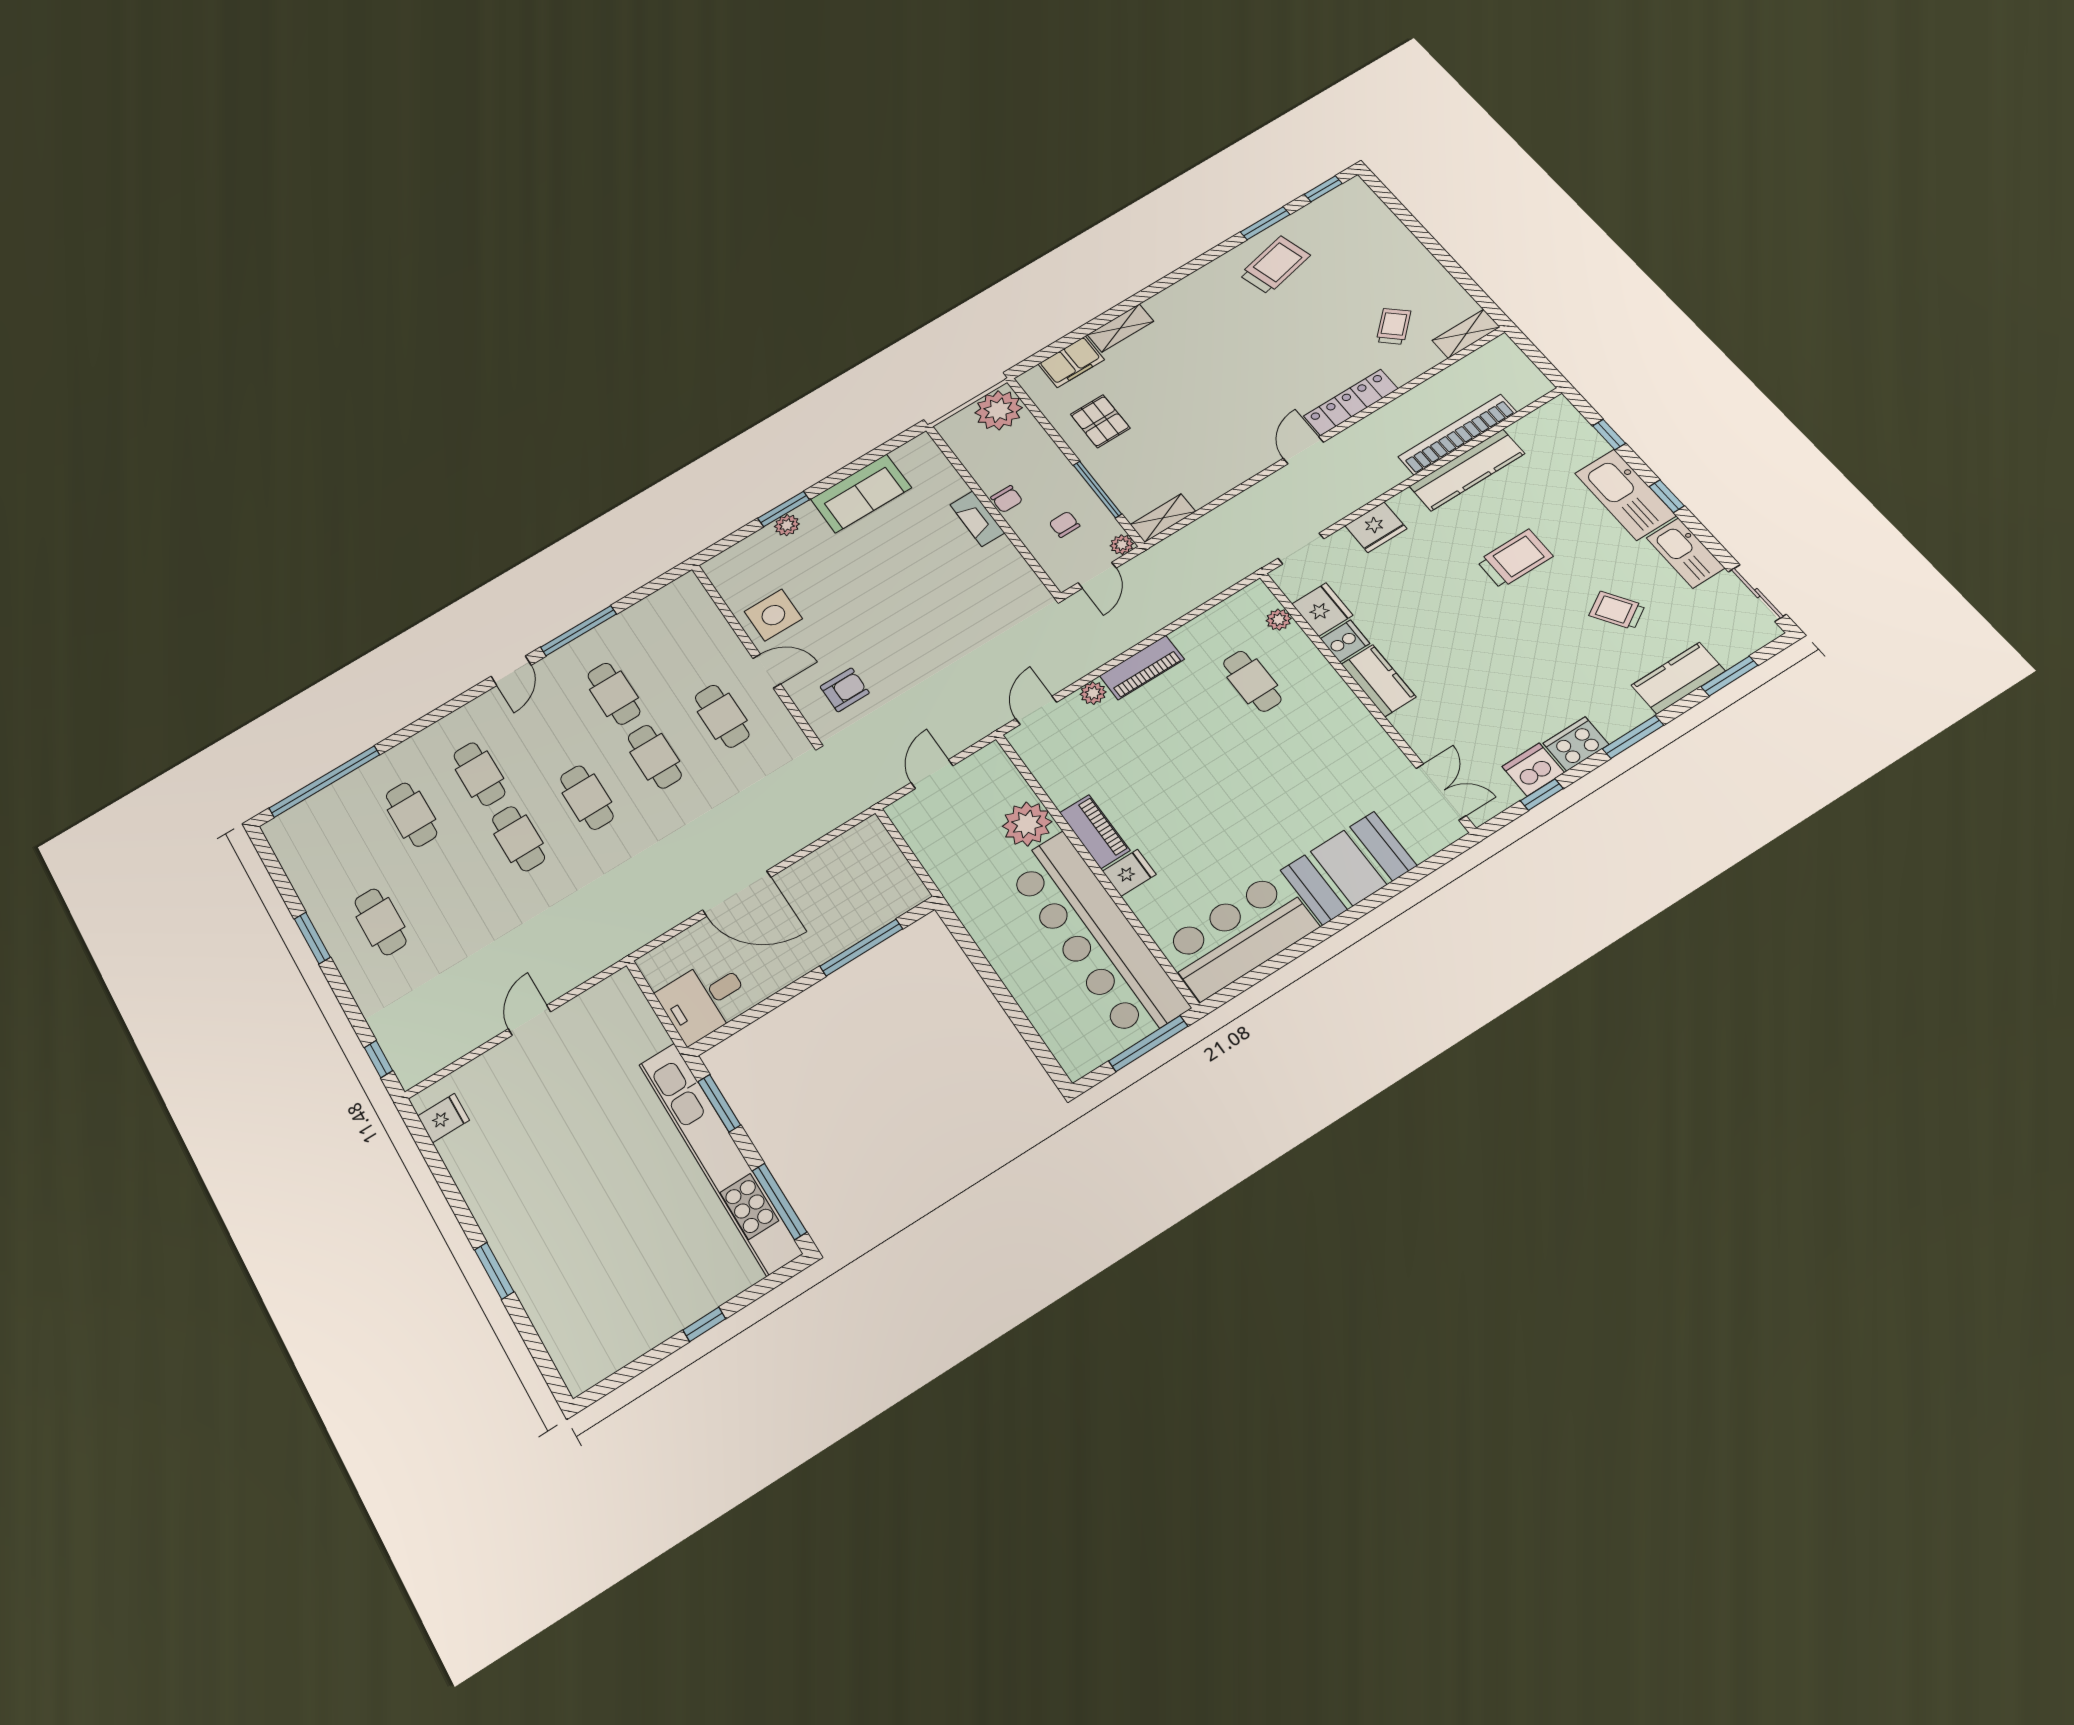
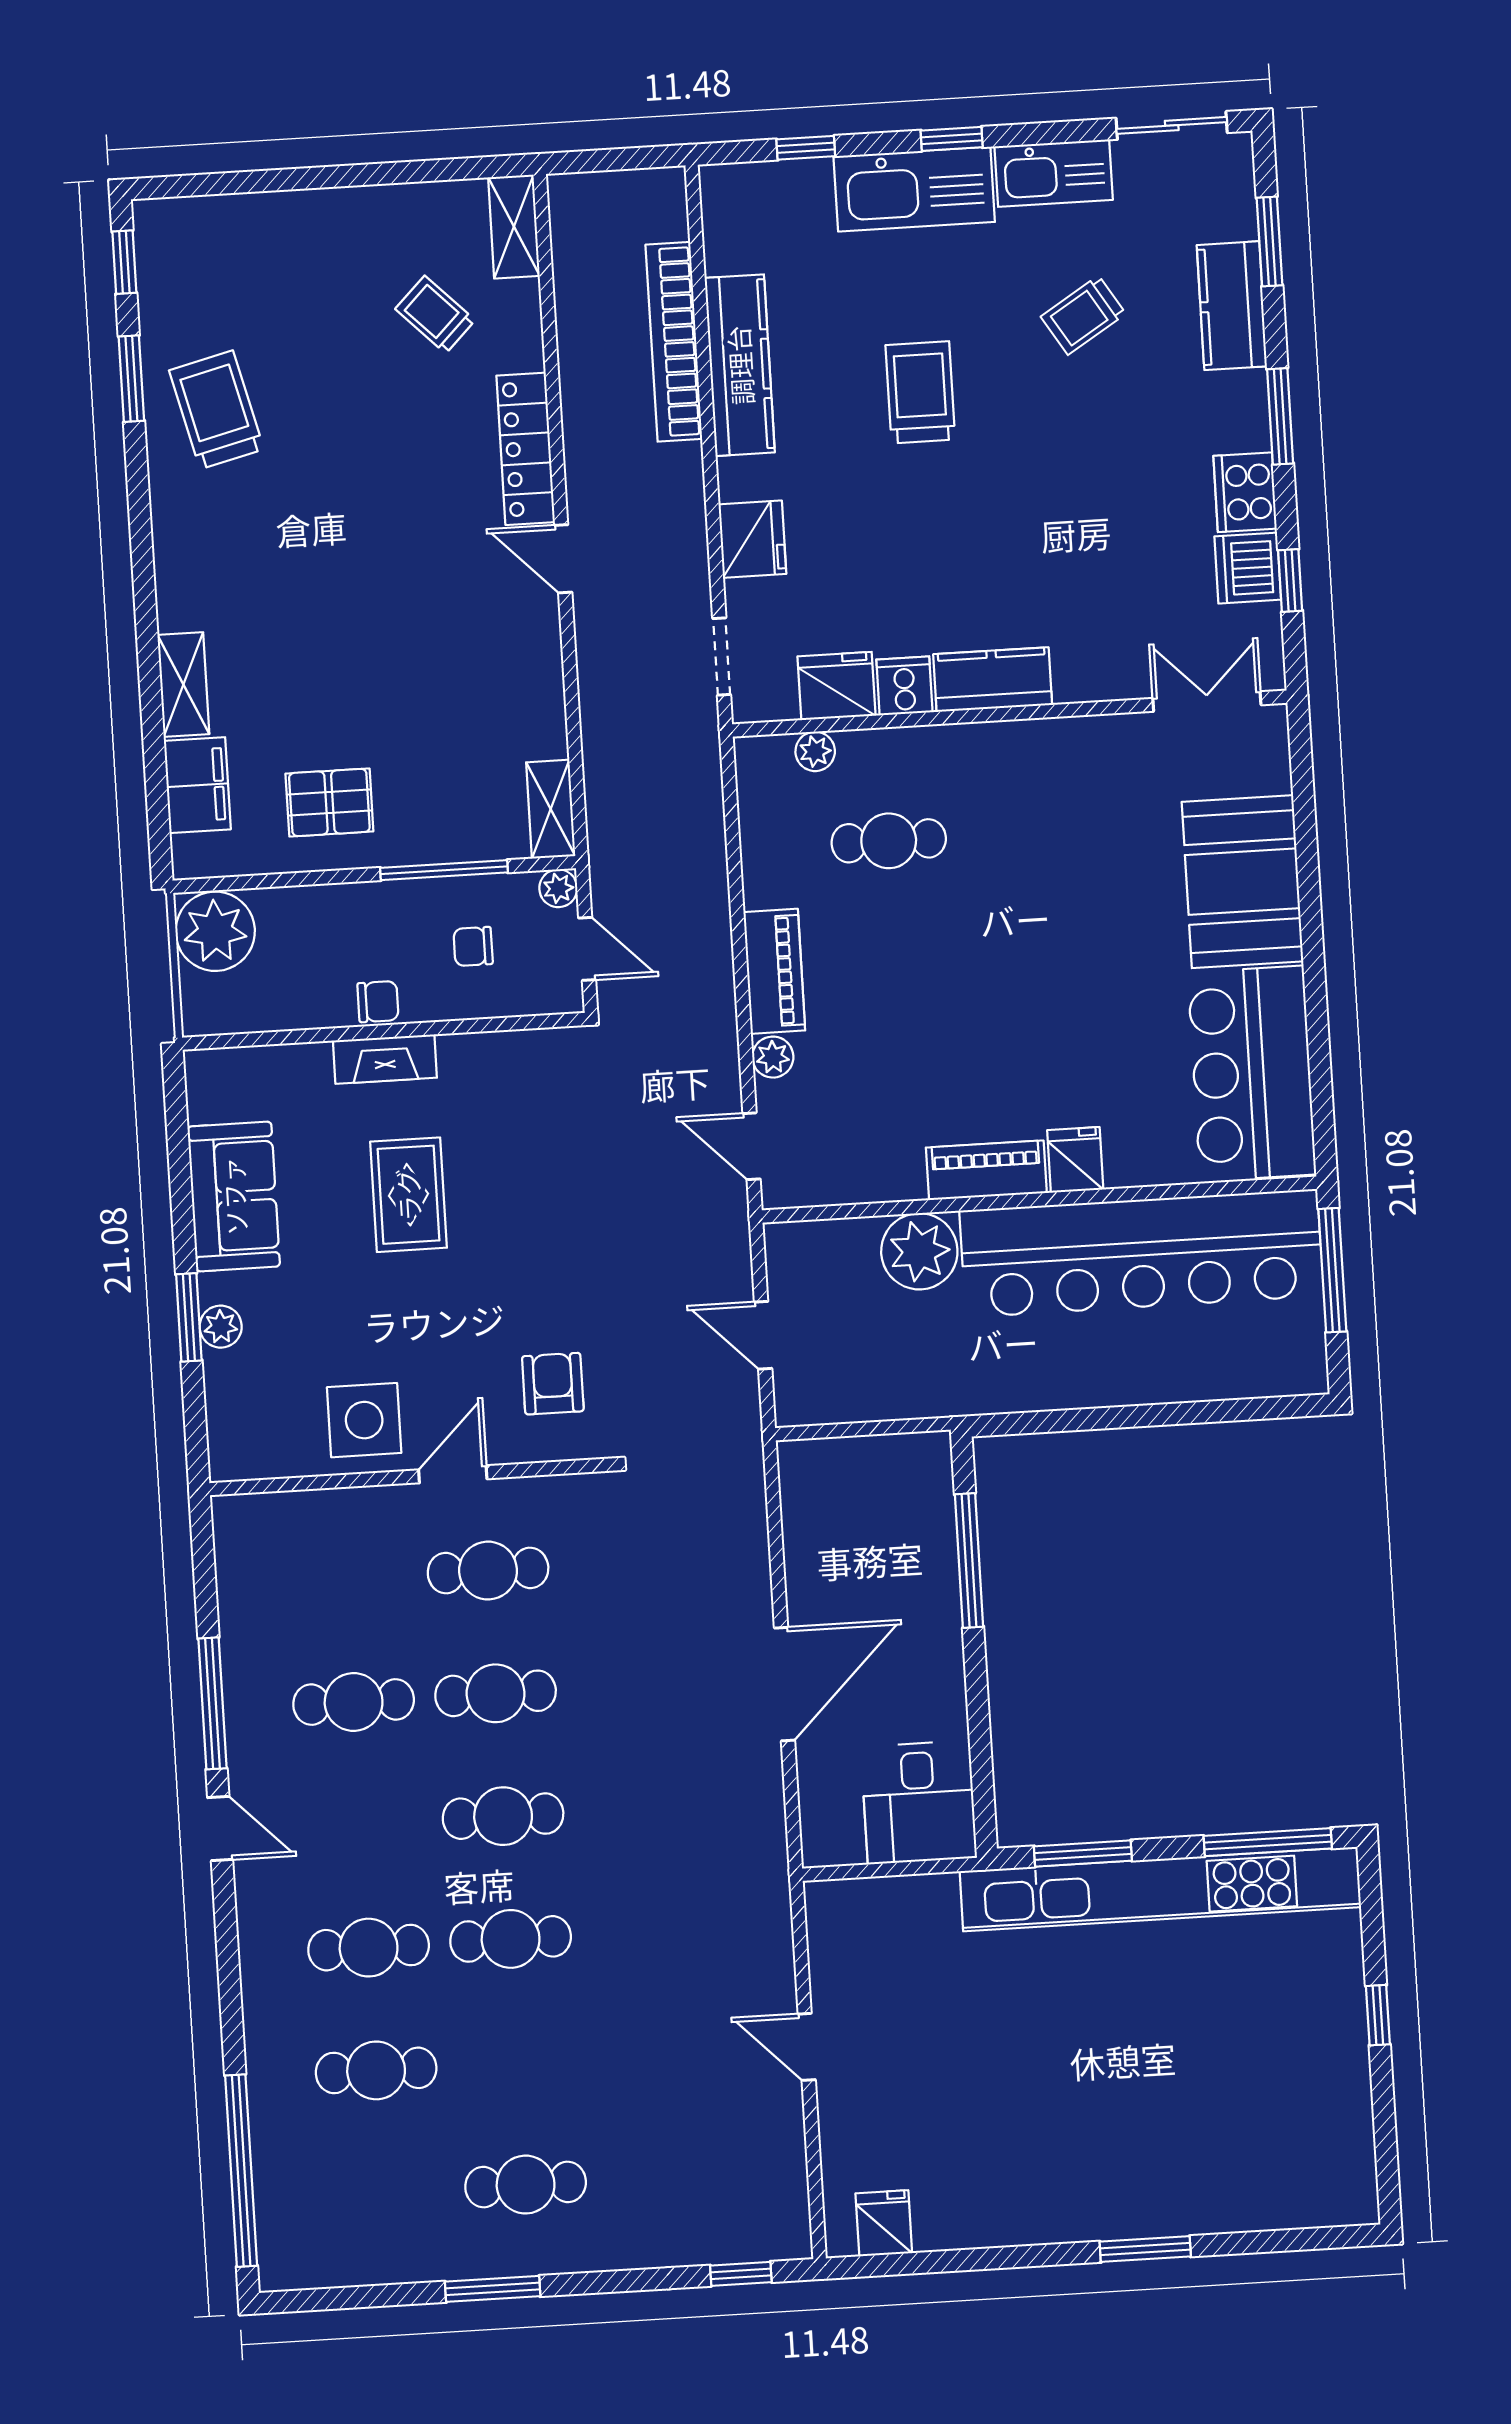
rug: (910, 569) -> (408, 1195), added

